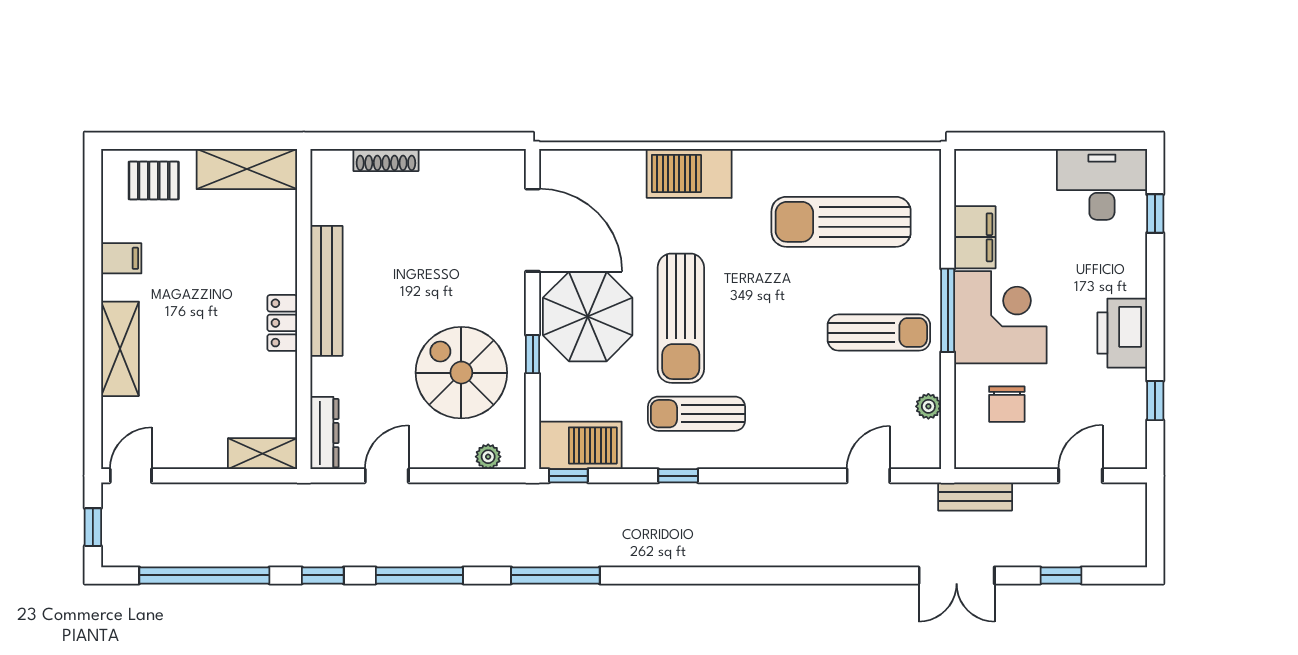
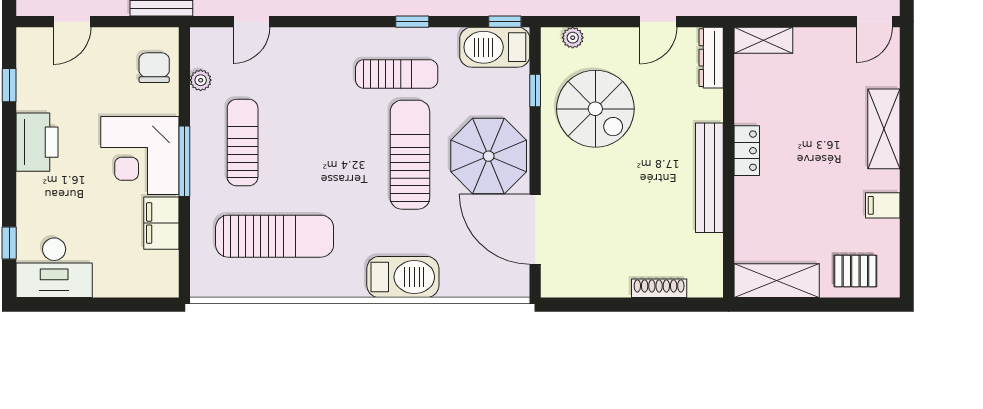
sun lounger: (879, 333) -> (243, 143), turned 90
window: (533, 354) -> (535, 91), moved
chair: (1007, 404) -> (154, 68), moved

